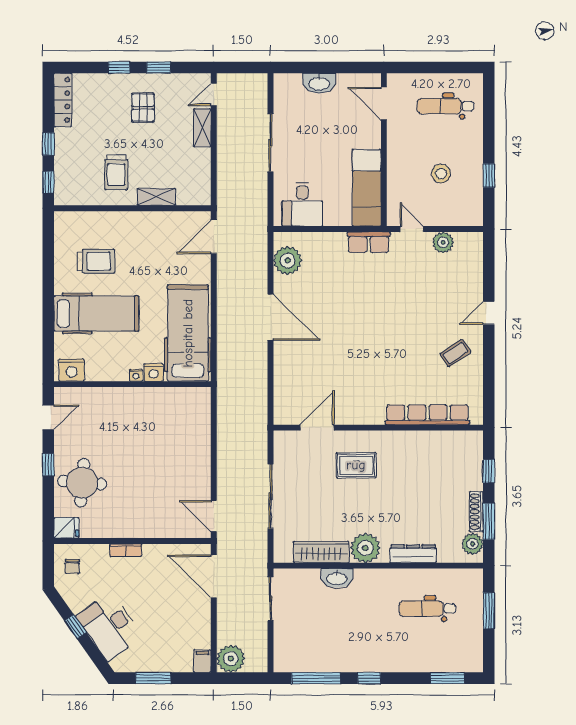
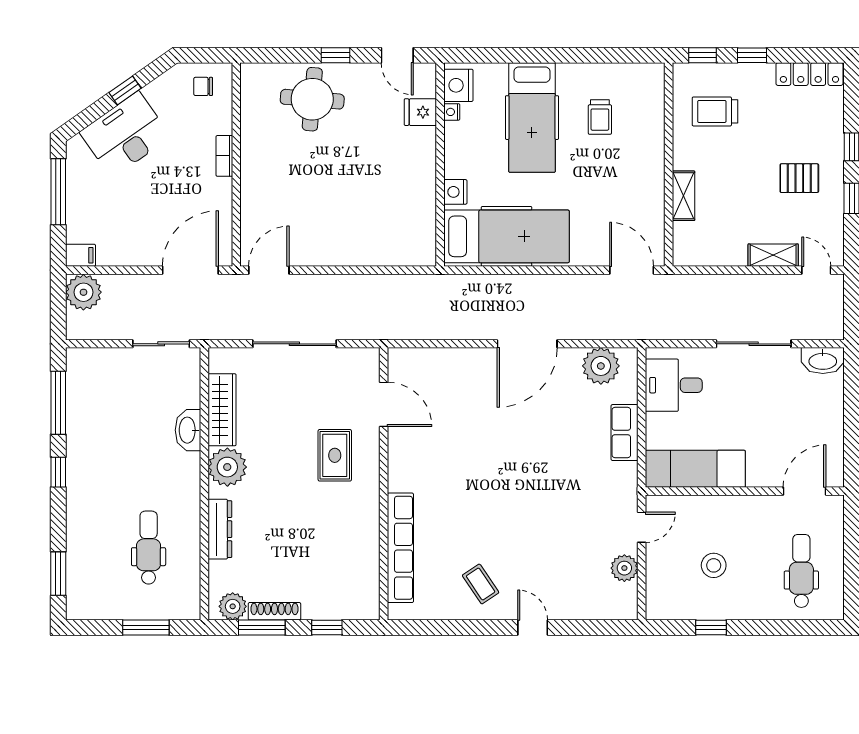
washbasin: (319, 83) -> (823, 361), moved, turned -90
trolley: (116, 172) -> (715, 111), moved
row of seats: (369, 242) -> (624, 433), moved
trolley: (96, 261) -> (600, 117), width x0.73, depth x0.72
nightstand: (136, 375) -> (452, 112), moved
fridge: (66, 528) -> (420, 112), moved, turned 90
window: (153, 678) -> (58, 192), width x1.44

